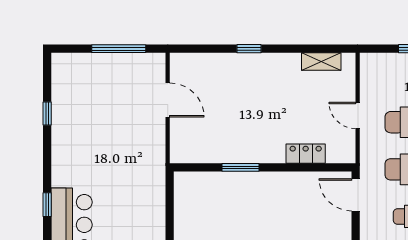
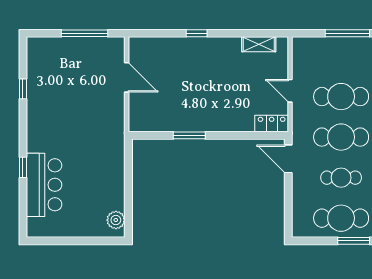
locker: (306, 154) -> (272, 124), moved

